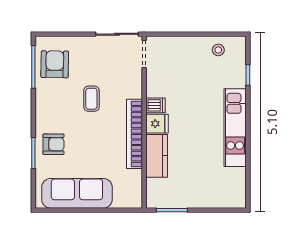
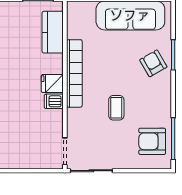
armchair: (55, 64) -> (152, 141), turned 89
armchair: (53, 144) -> (153, 63), turned 60
kitchen counter: (157, 156) -> (53, 32), moved

